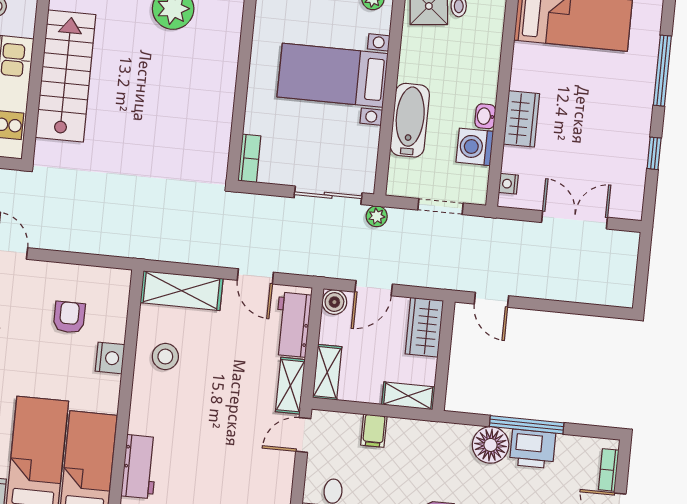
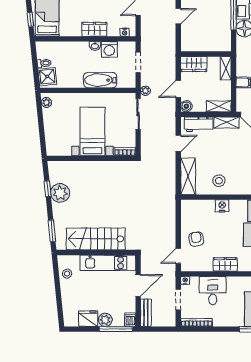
bed with nightstands: (333, 75) -> (92, 131), moved, turned 180
door: (374, 288) -> (178, 89), swing flipped
door: (491, 300) -> (178, 16), moved
armchair: (69, 317) -> (196, 239), moved, turned 80

